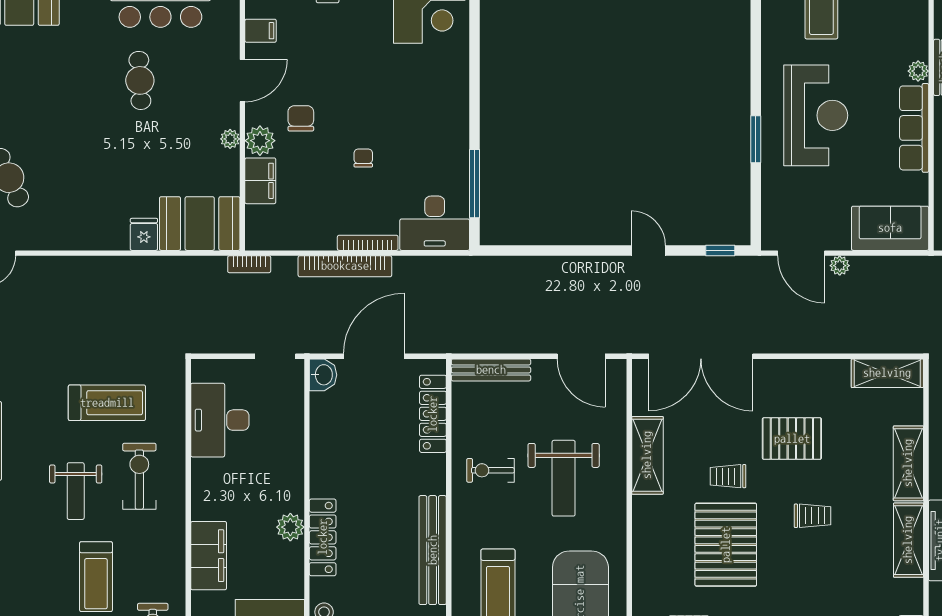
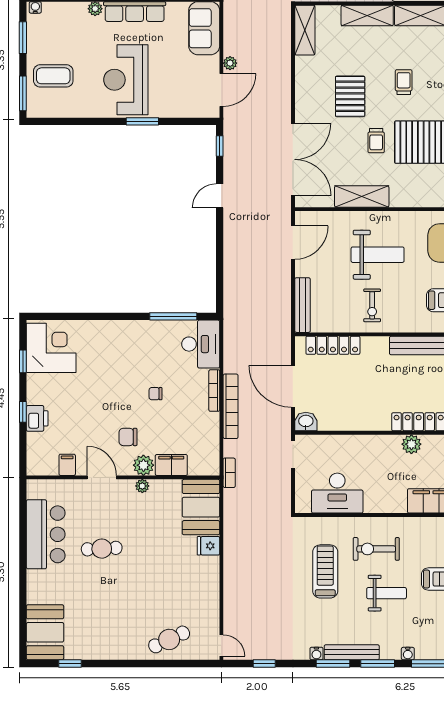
reception desk: (816, 115) -> (126, 80), turned -90

